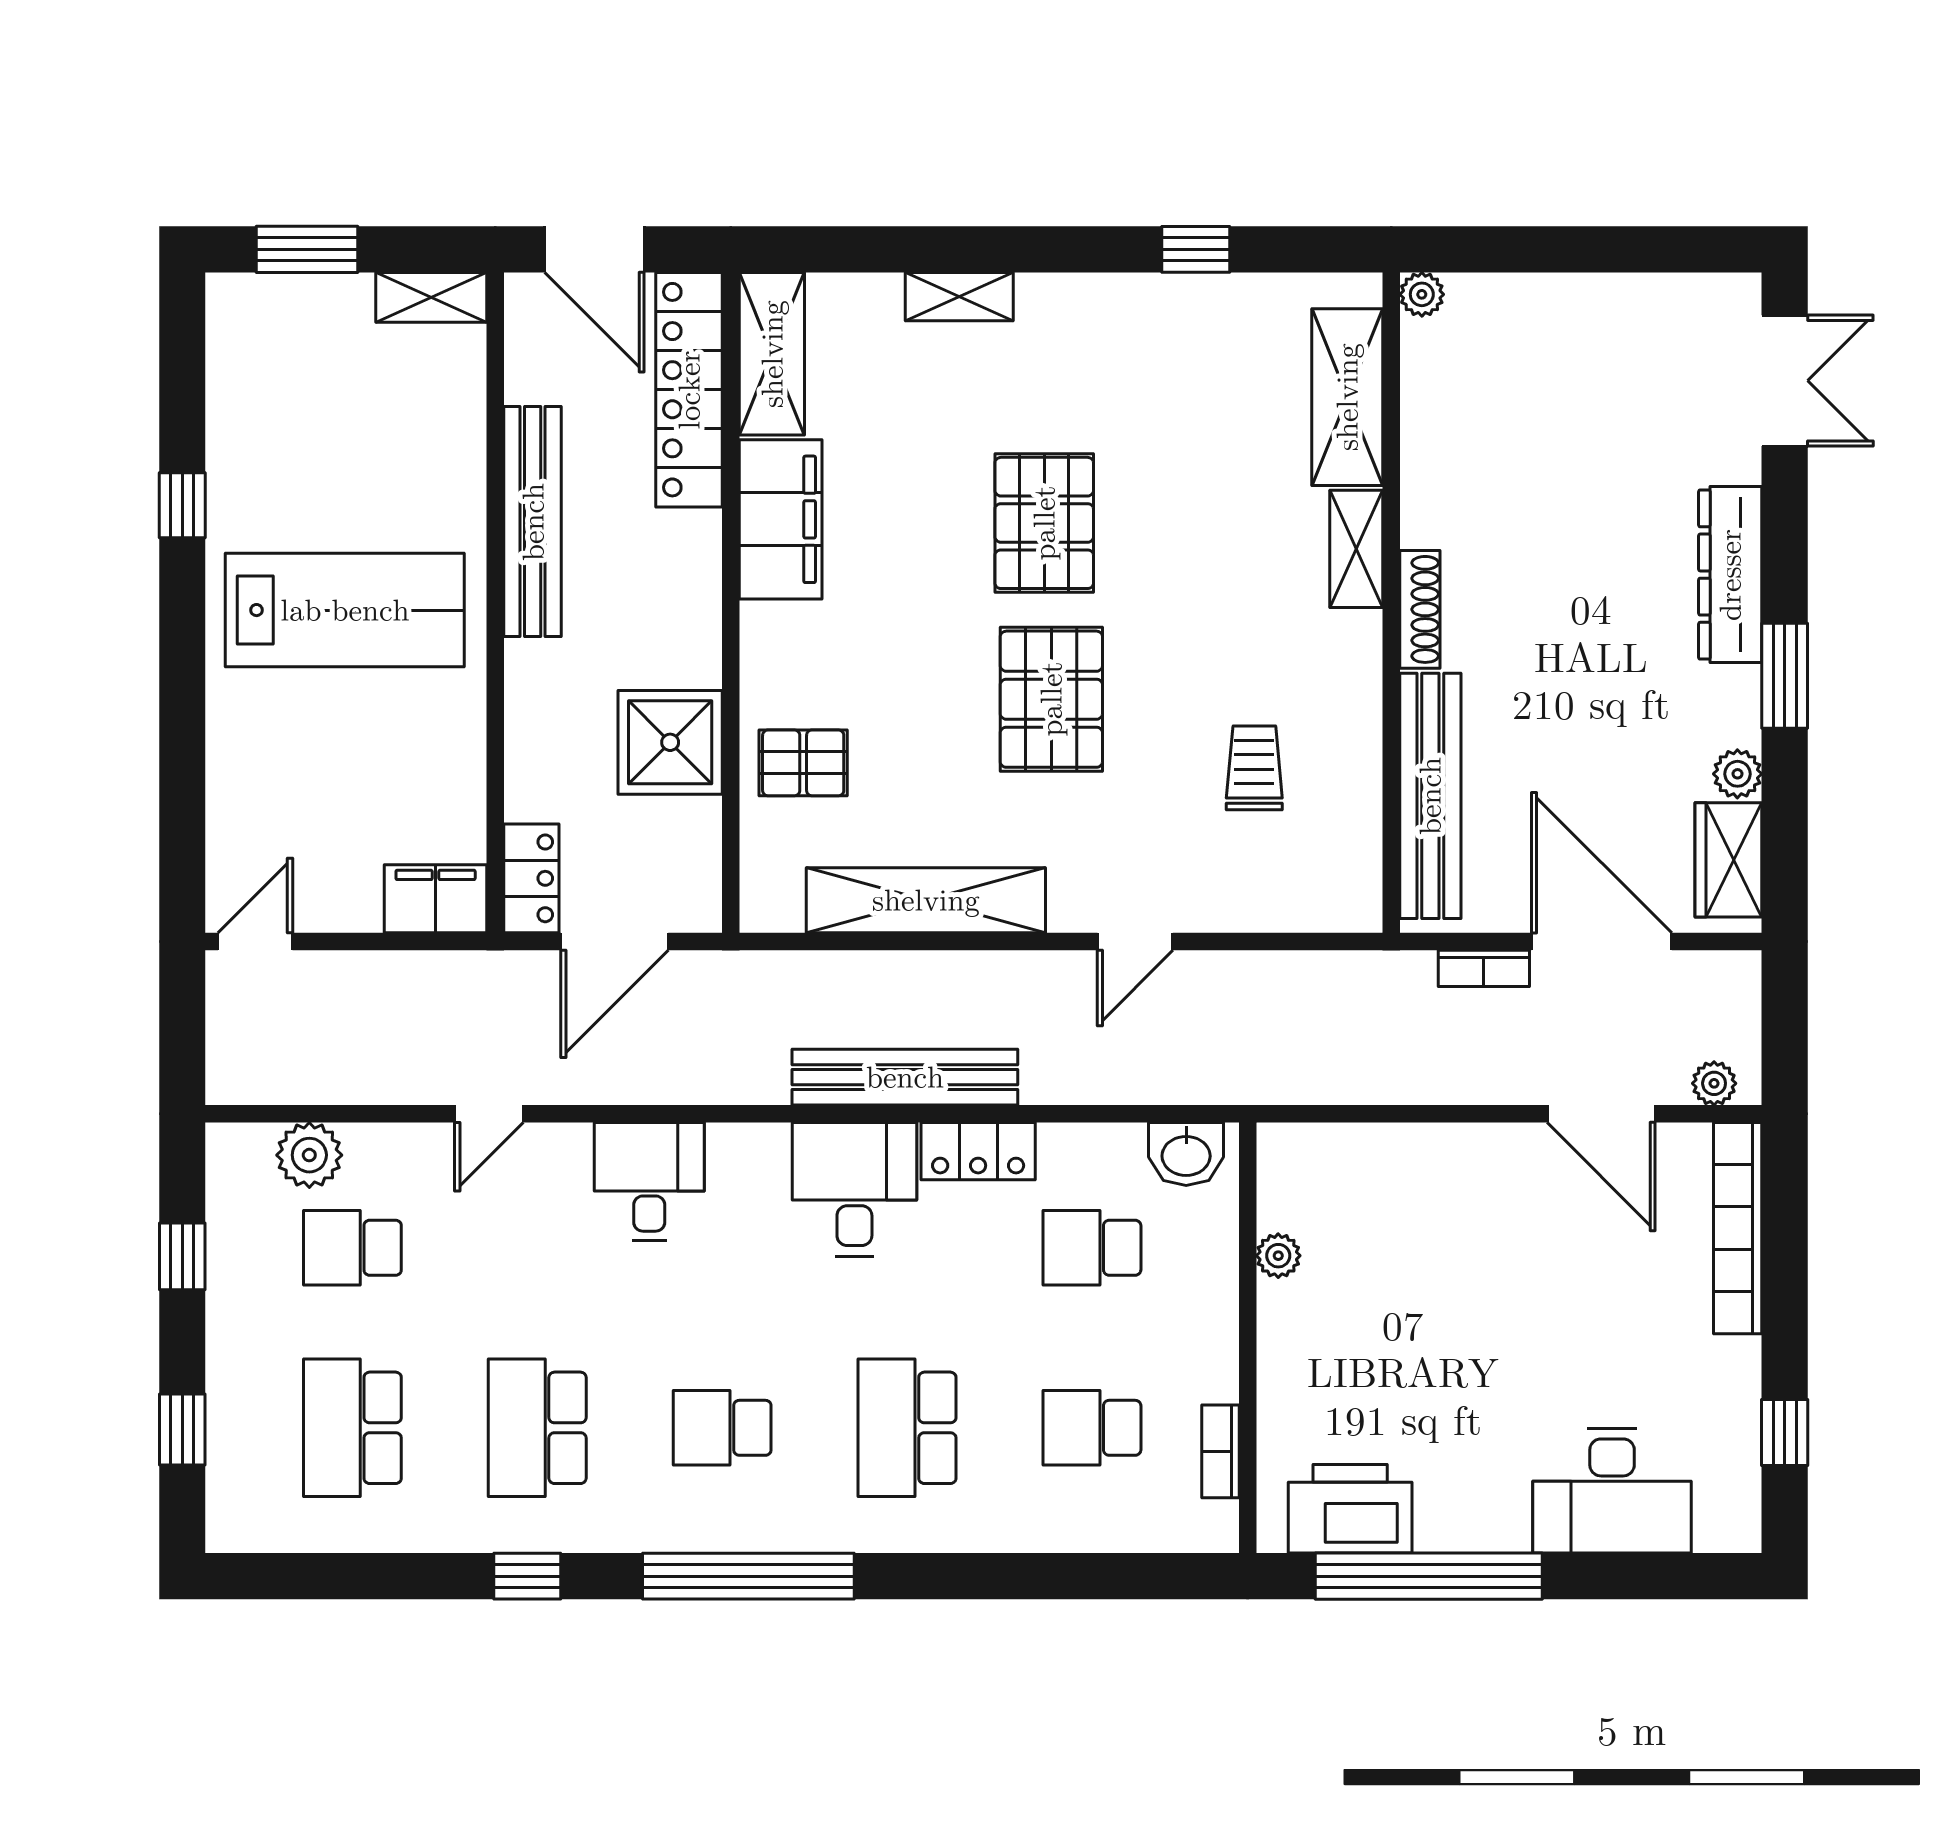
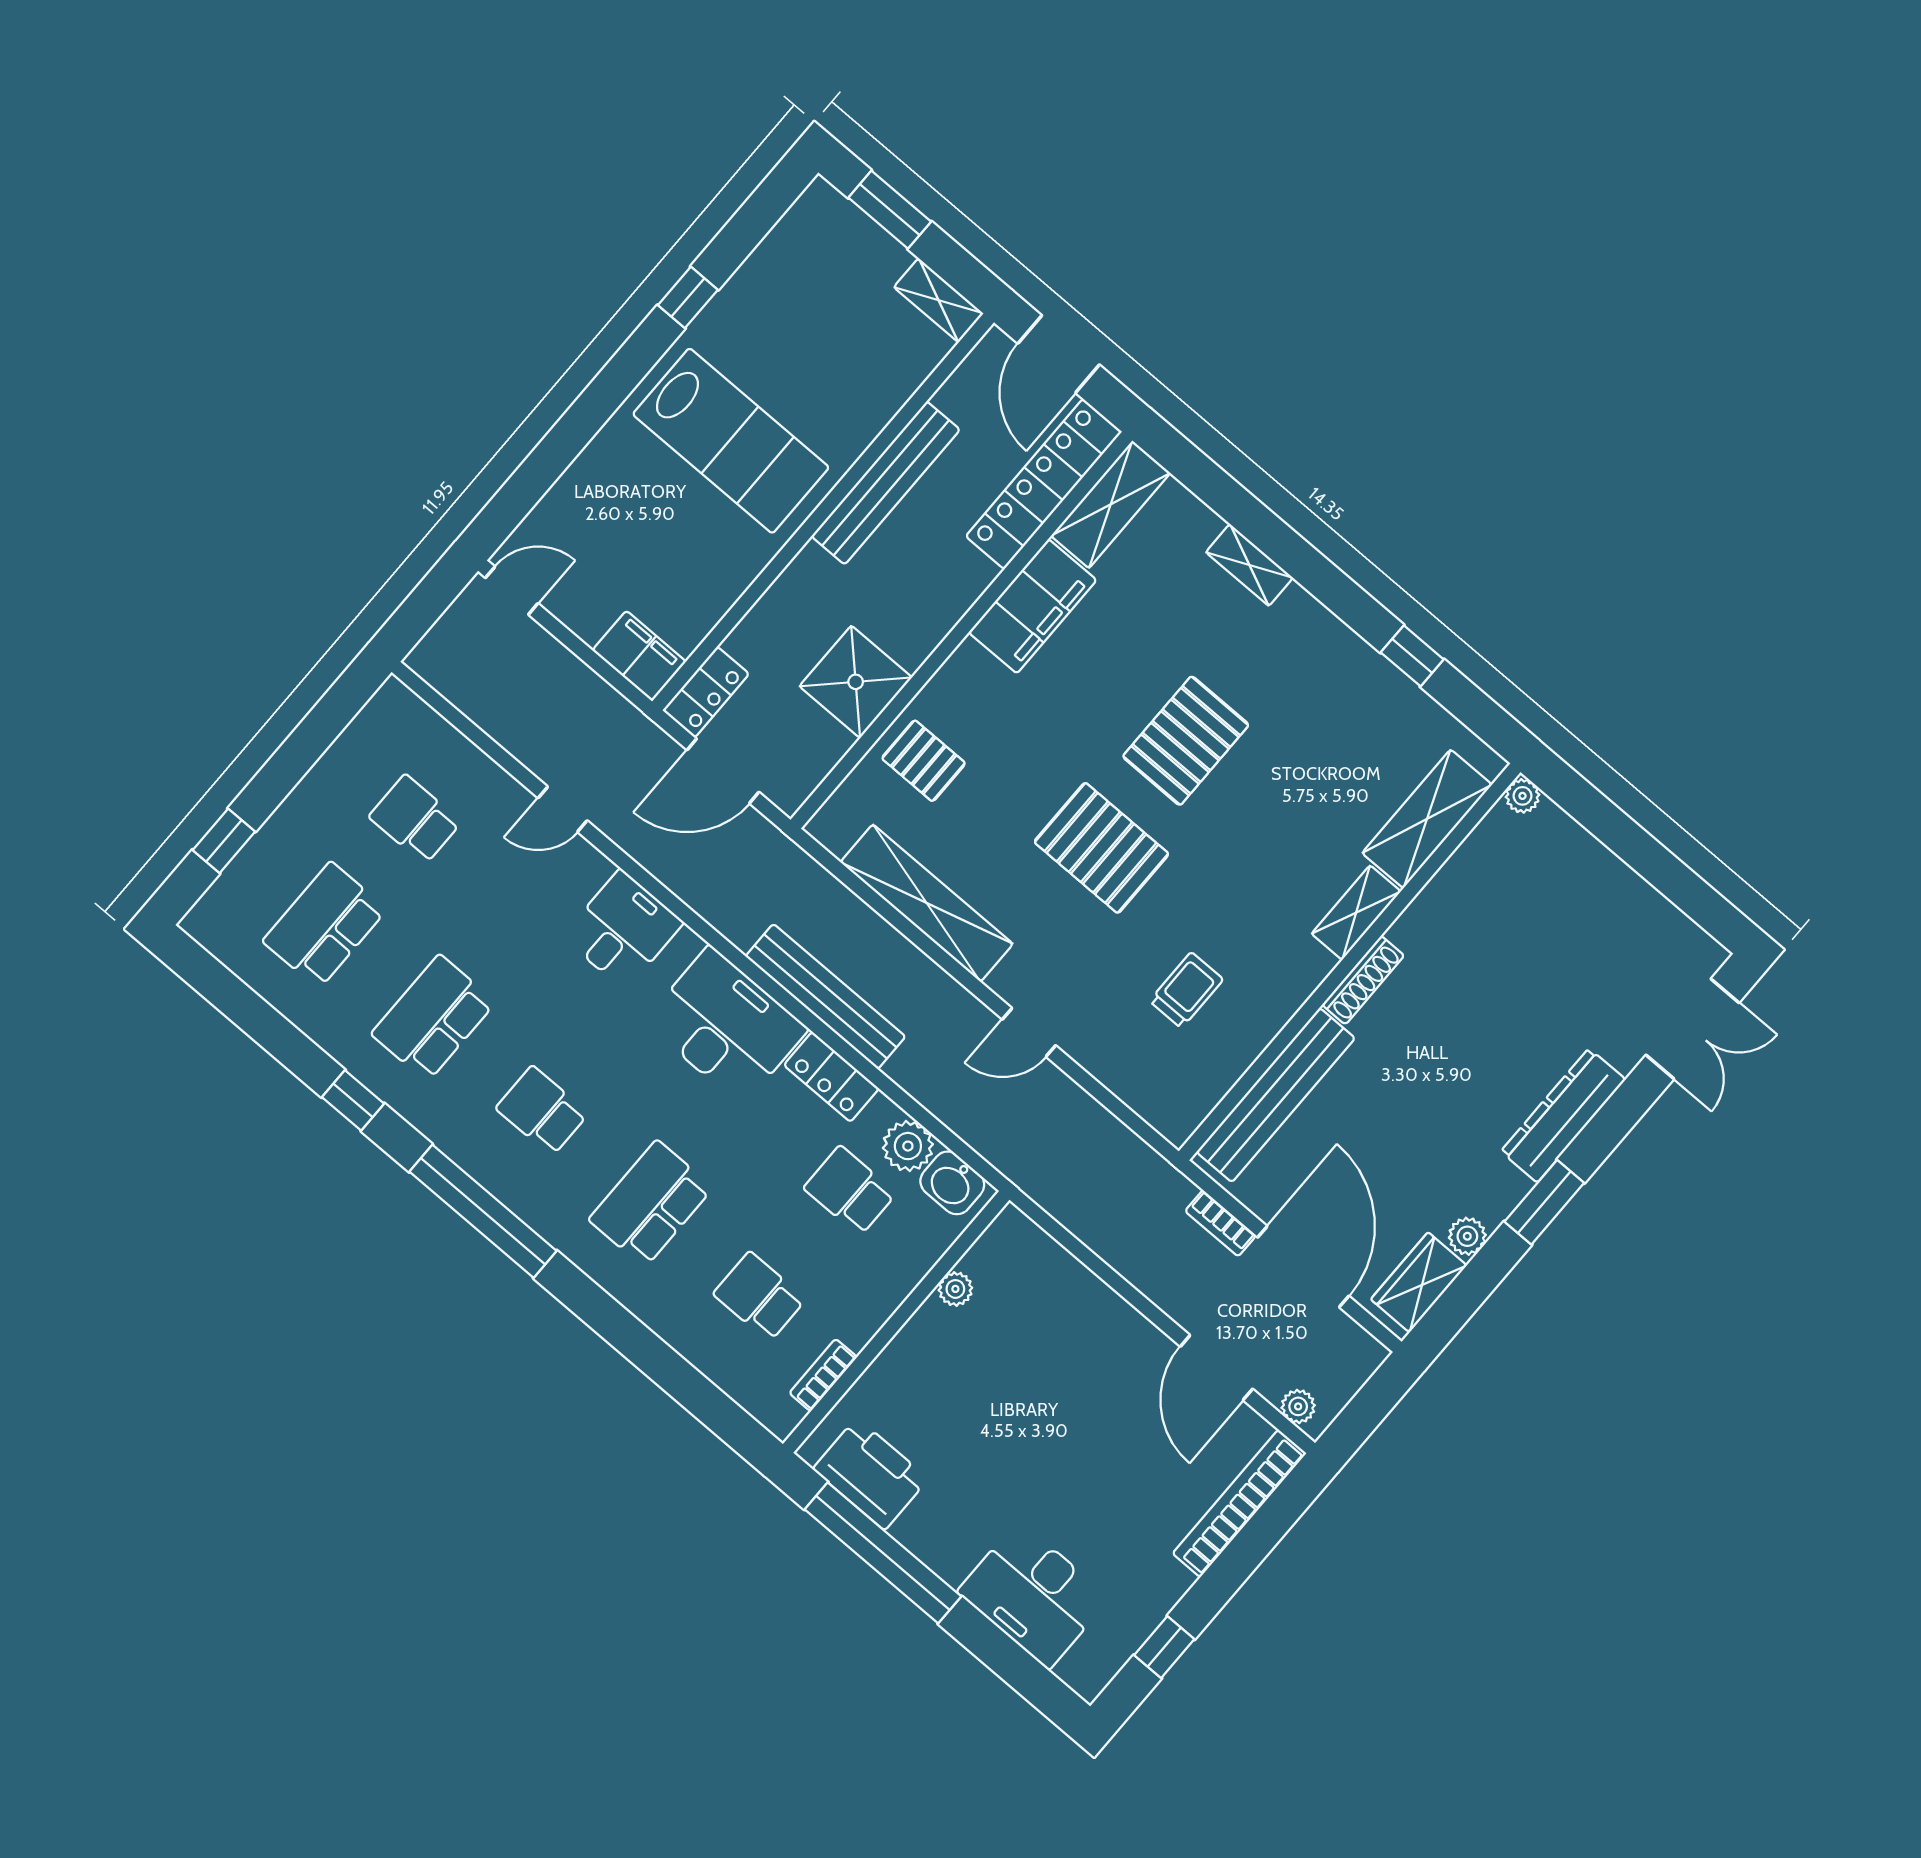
pallet: (1051, 699) -> (1101, 848), turned 90
plant: (309, 1155) -> (908, 1146), moved
desk: (854, 1189) -> (726, 1026), width x1.37
window: (182, 1256) -> (311, 739), removed

